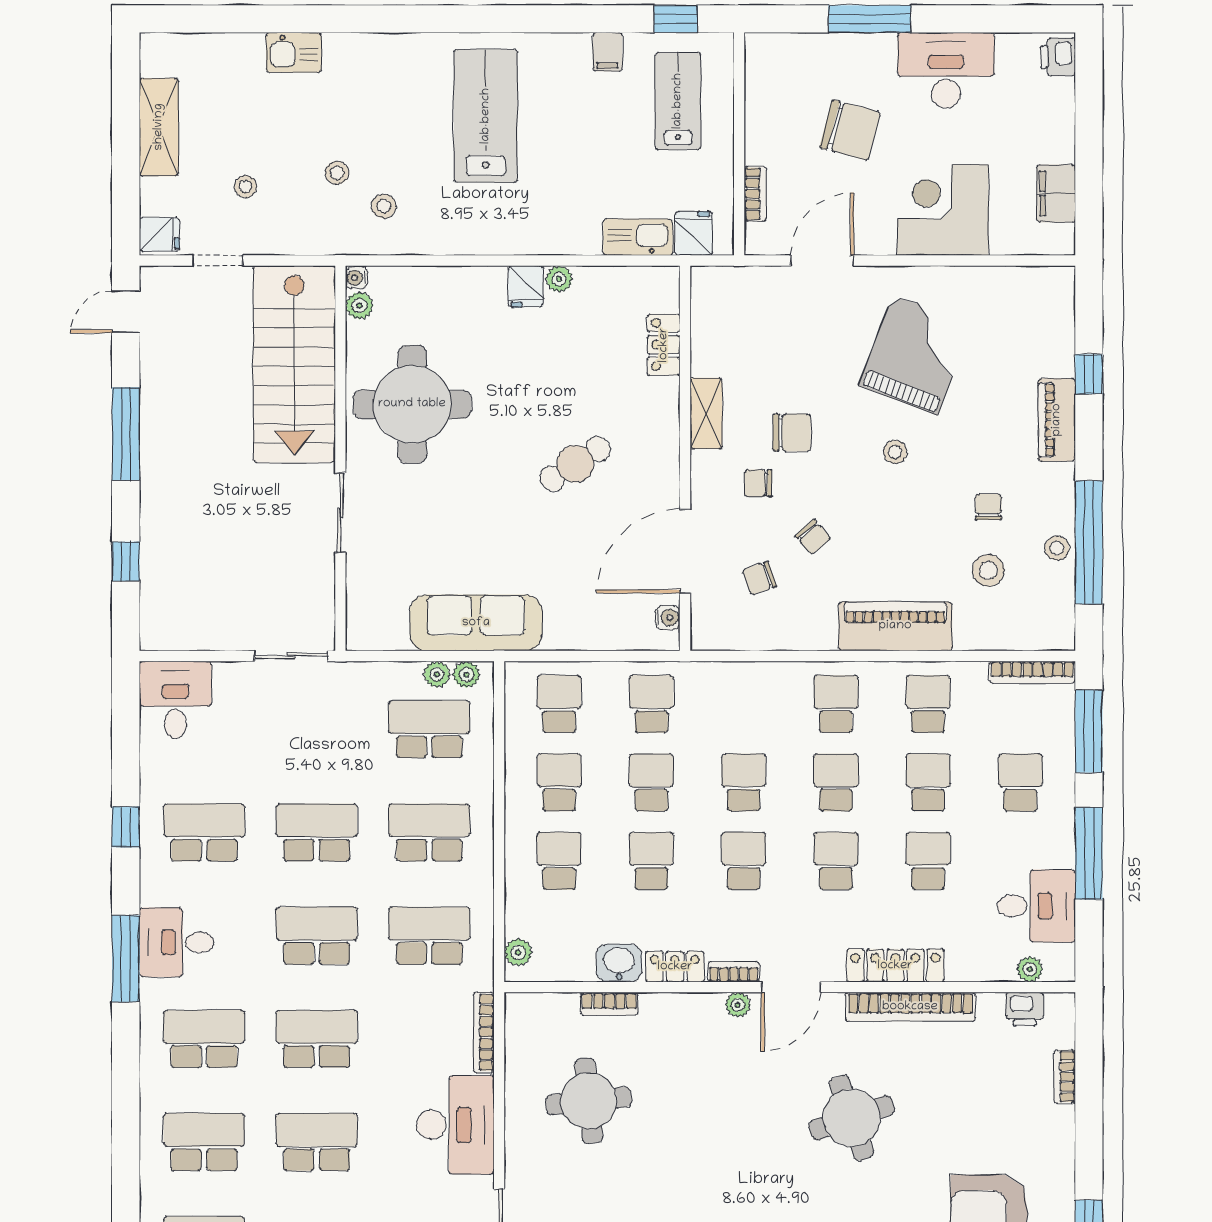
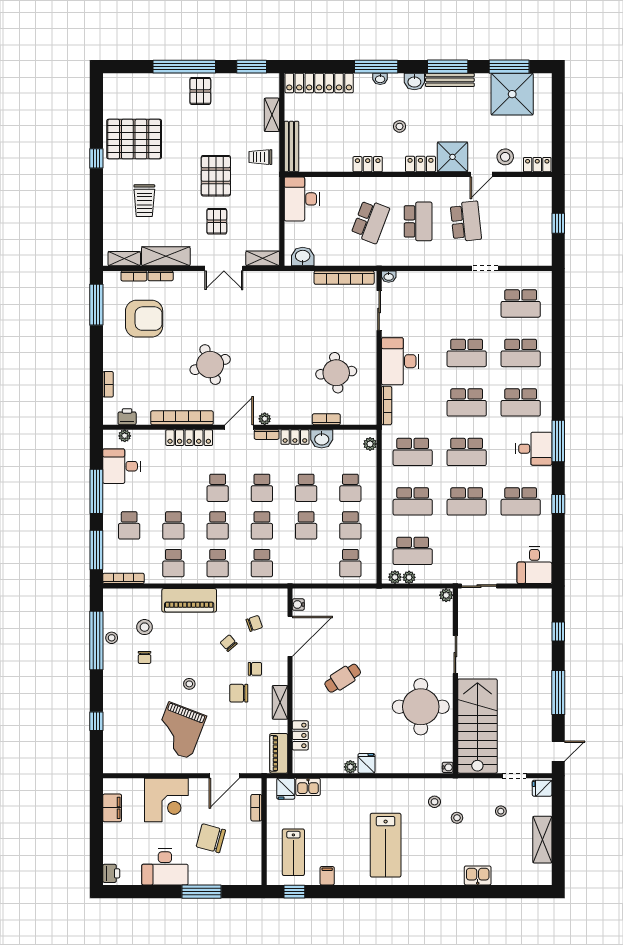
kitchen sink: (638, 237) -> (308, 787), width x0.73
plant: (359, 306) -> (446, 595), moved
piano: (1057, 420) -> (279, 753), moved, turned 180
sofa: (476, 623) -> (390, 602), removed
school desk: (651, 704) -> (262, 563), moved
school desk: (928, 861) -> (173, 488), removed

